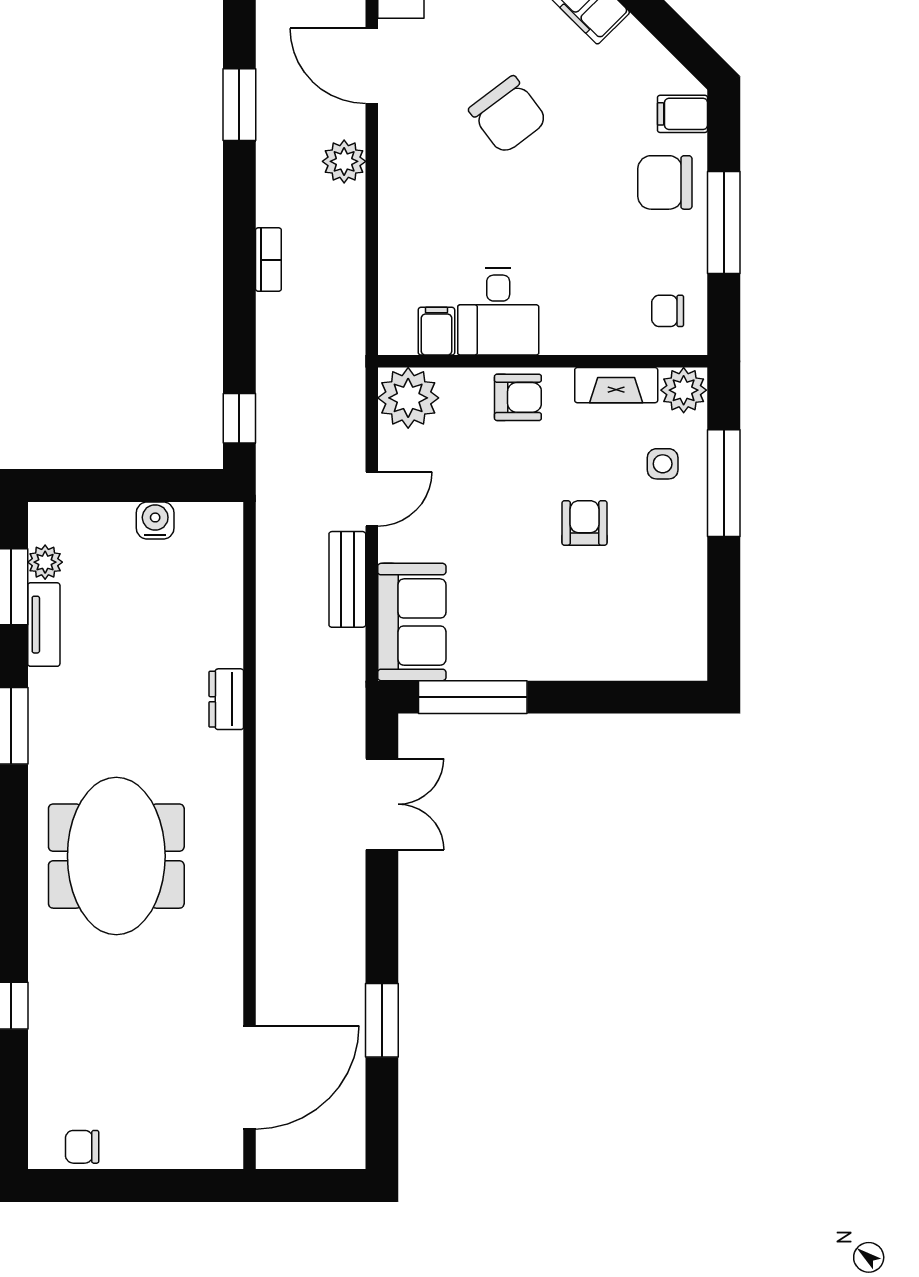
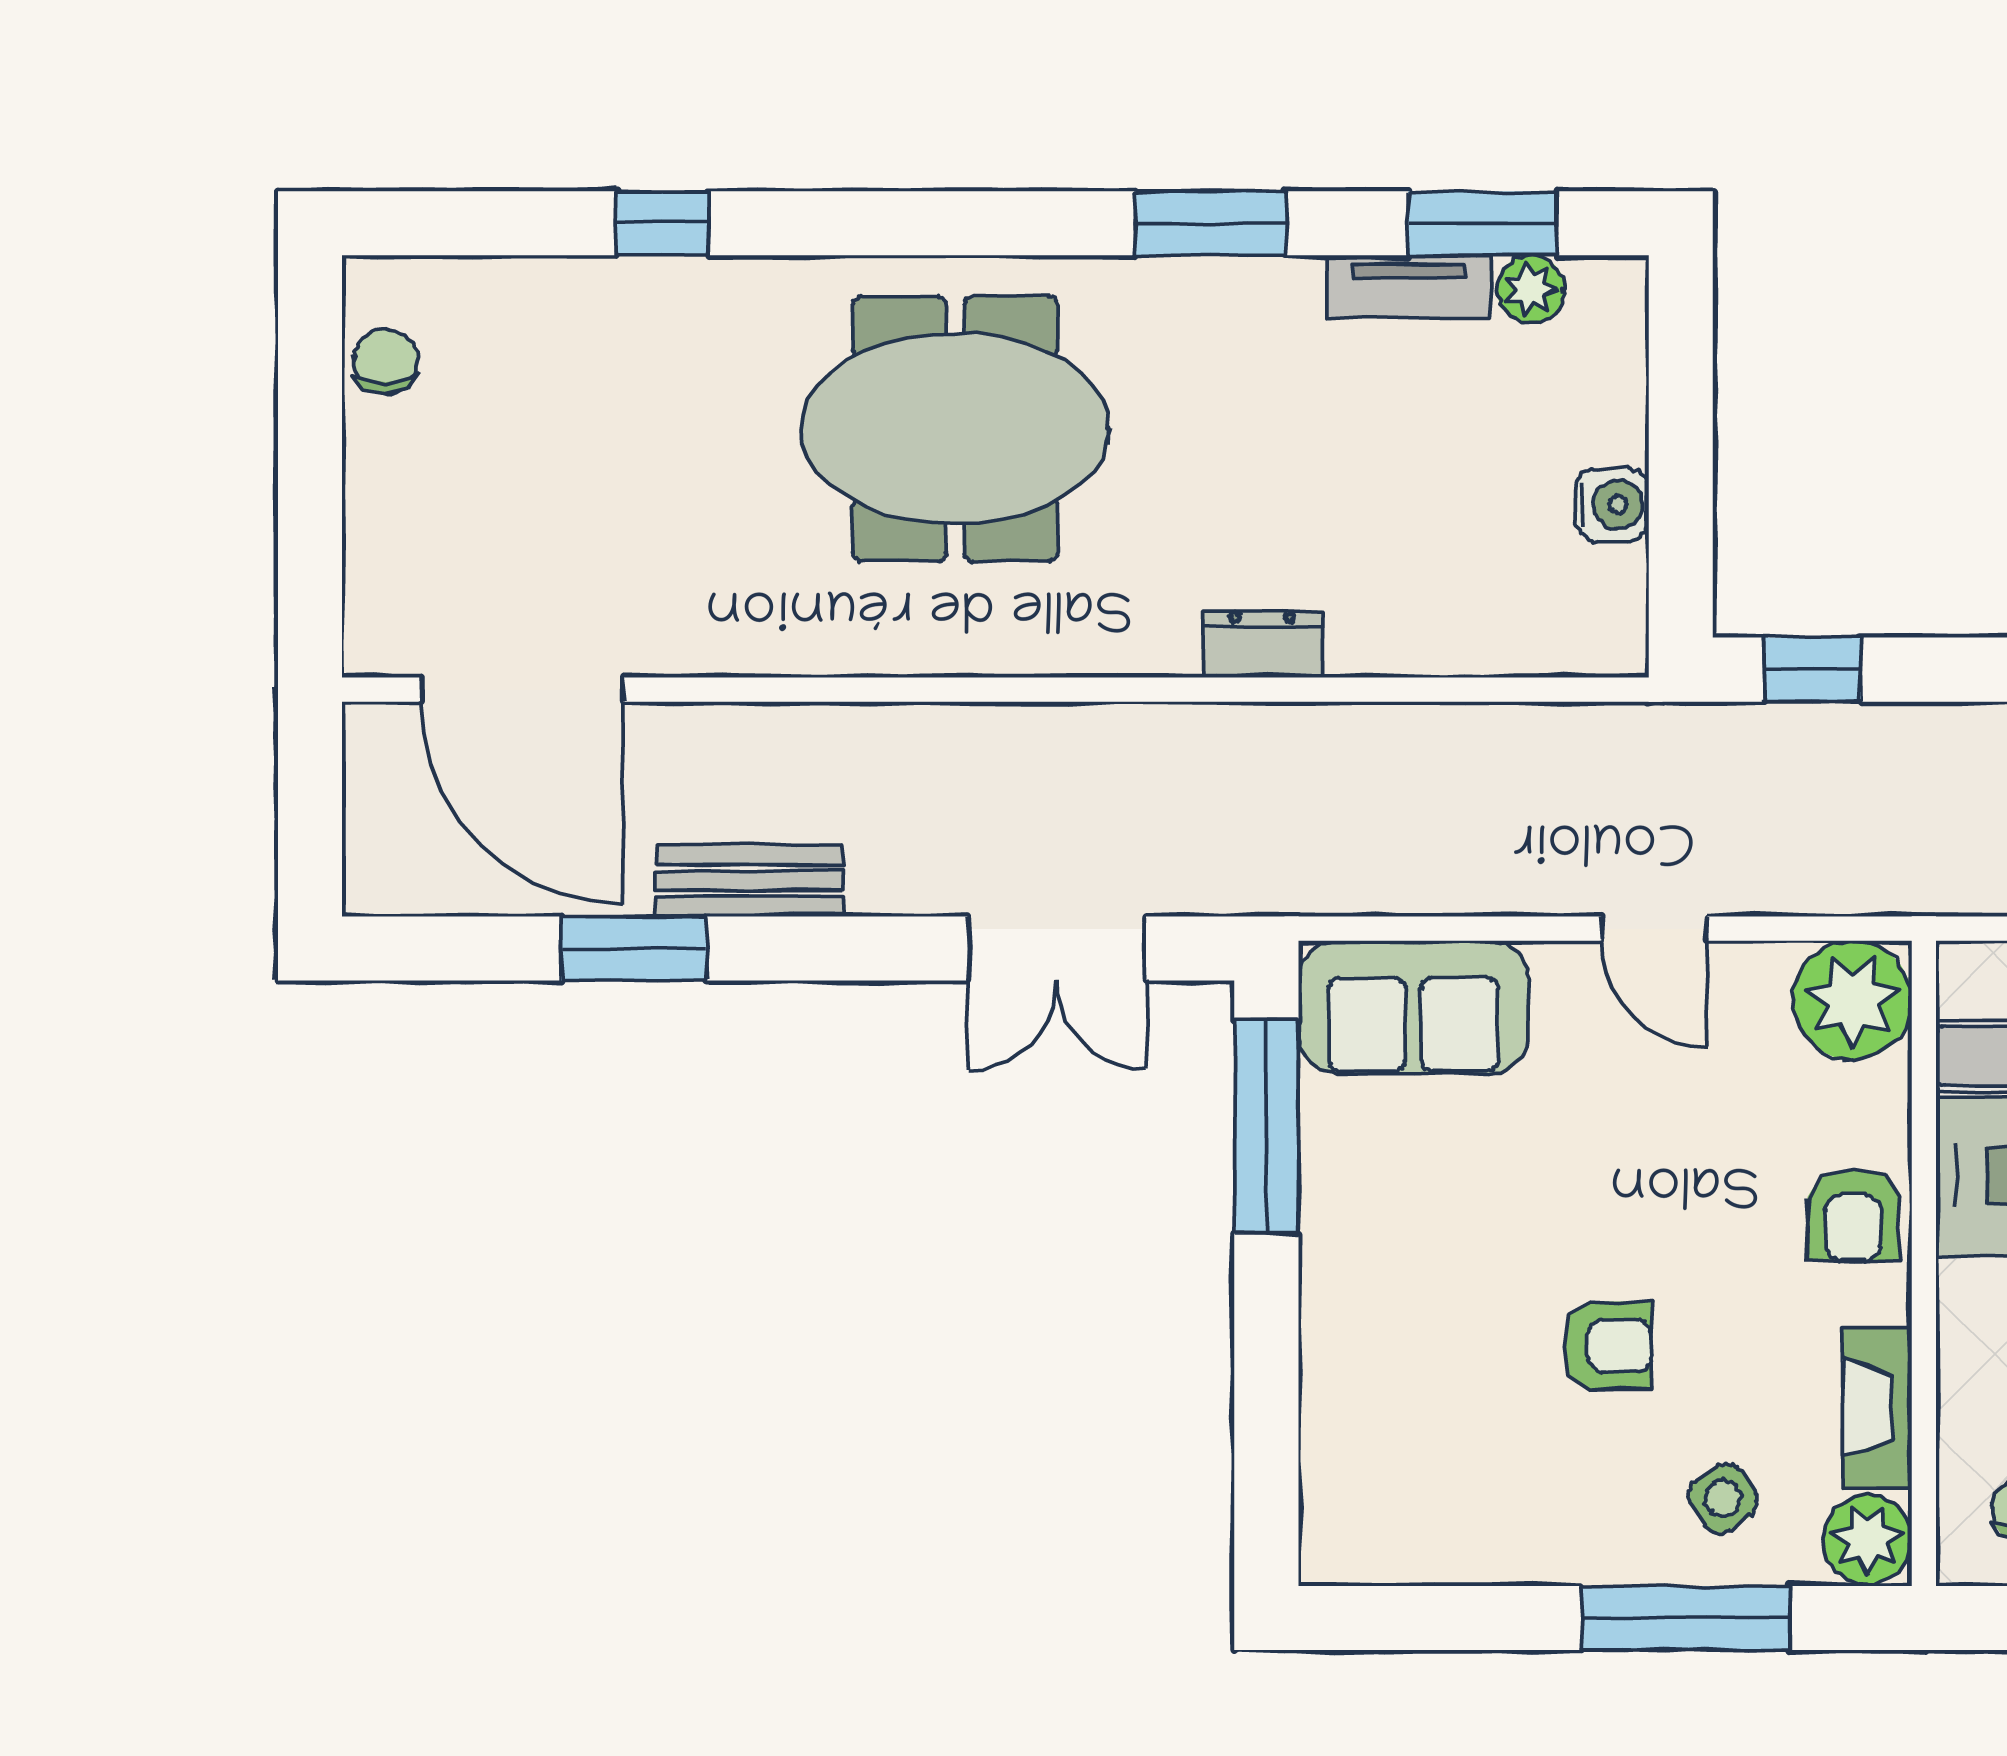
side table: (663, 464) -> (1723, 1498), turned -34
bench: (347, 579) -> (750, 881), moved

